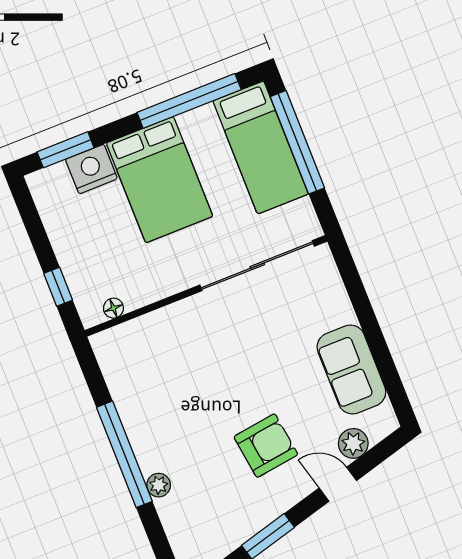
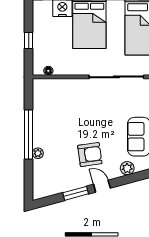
window: (58, 287) -> (29, 40), moved
door: (338, 484) -> (102, 186), moved

